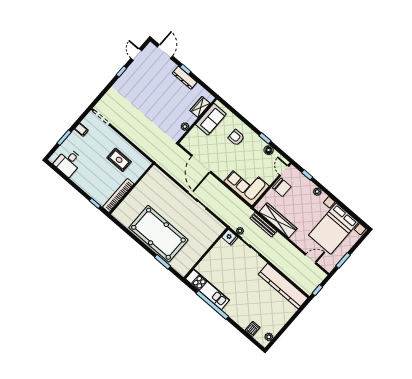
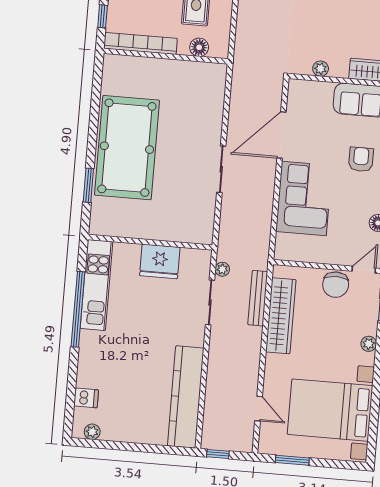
floor lamp: (138, 172) -> (199, 47), added
corner sofa: (246, 184) -> (304, 199), moved
fridge: (230, 237) -> (160, 261), moved, width x1.88, depth x1.34

